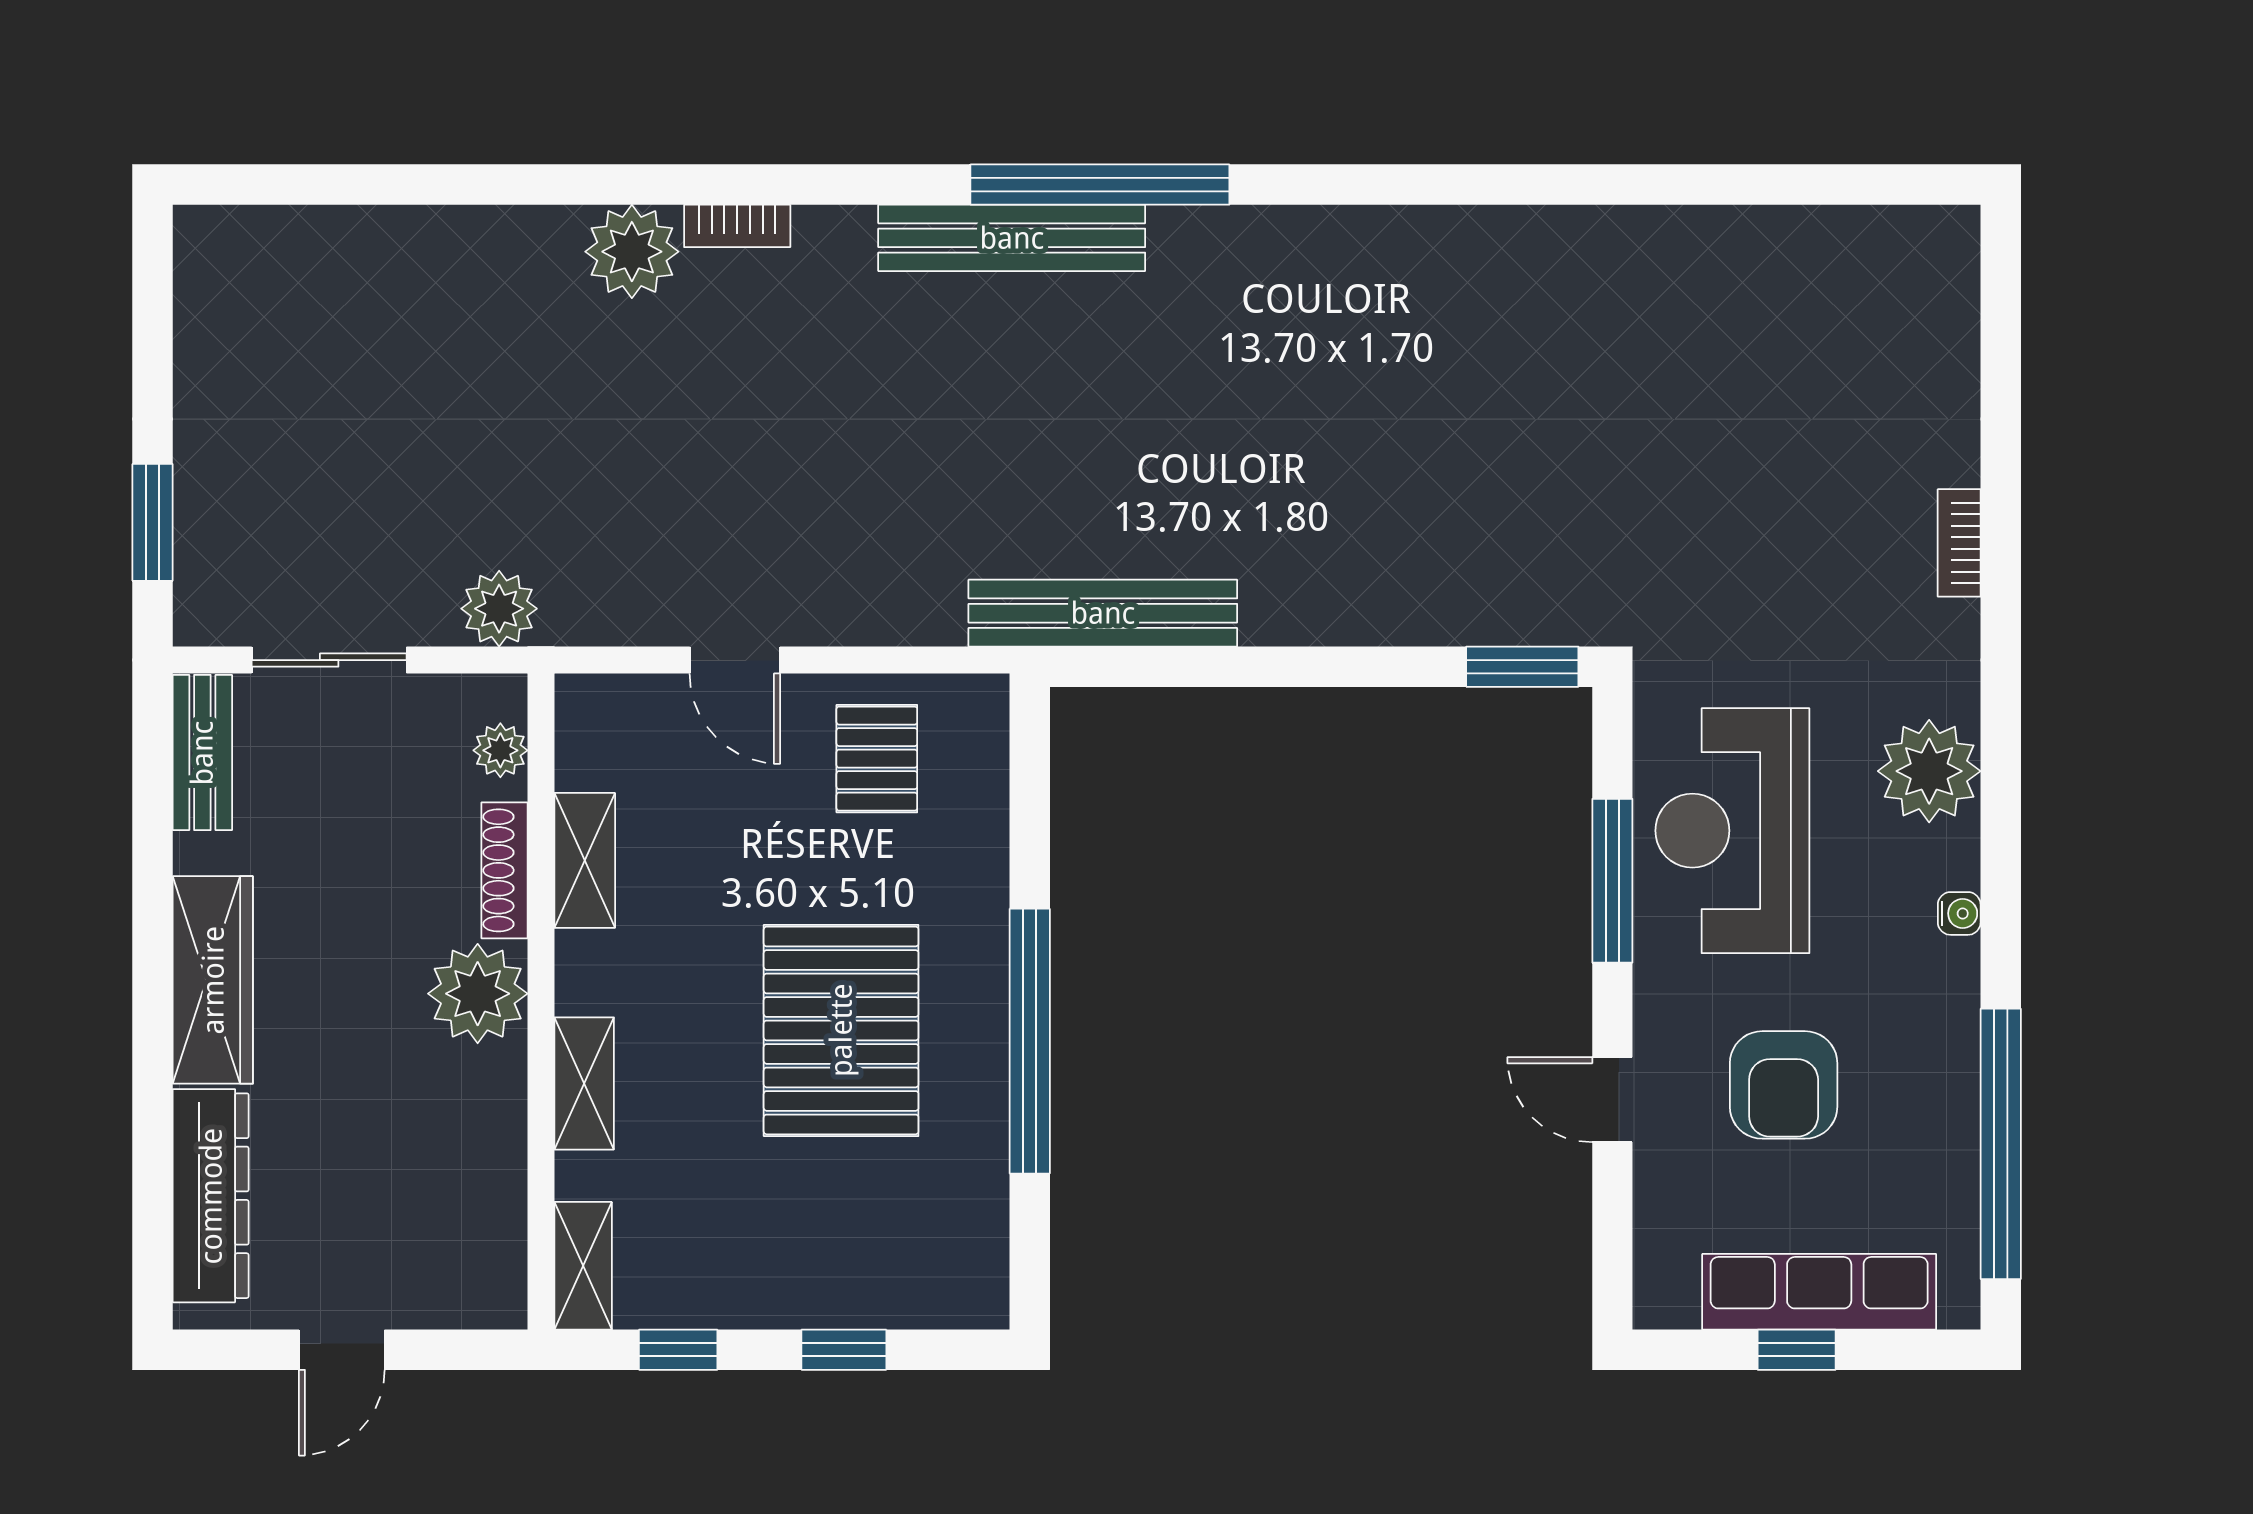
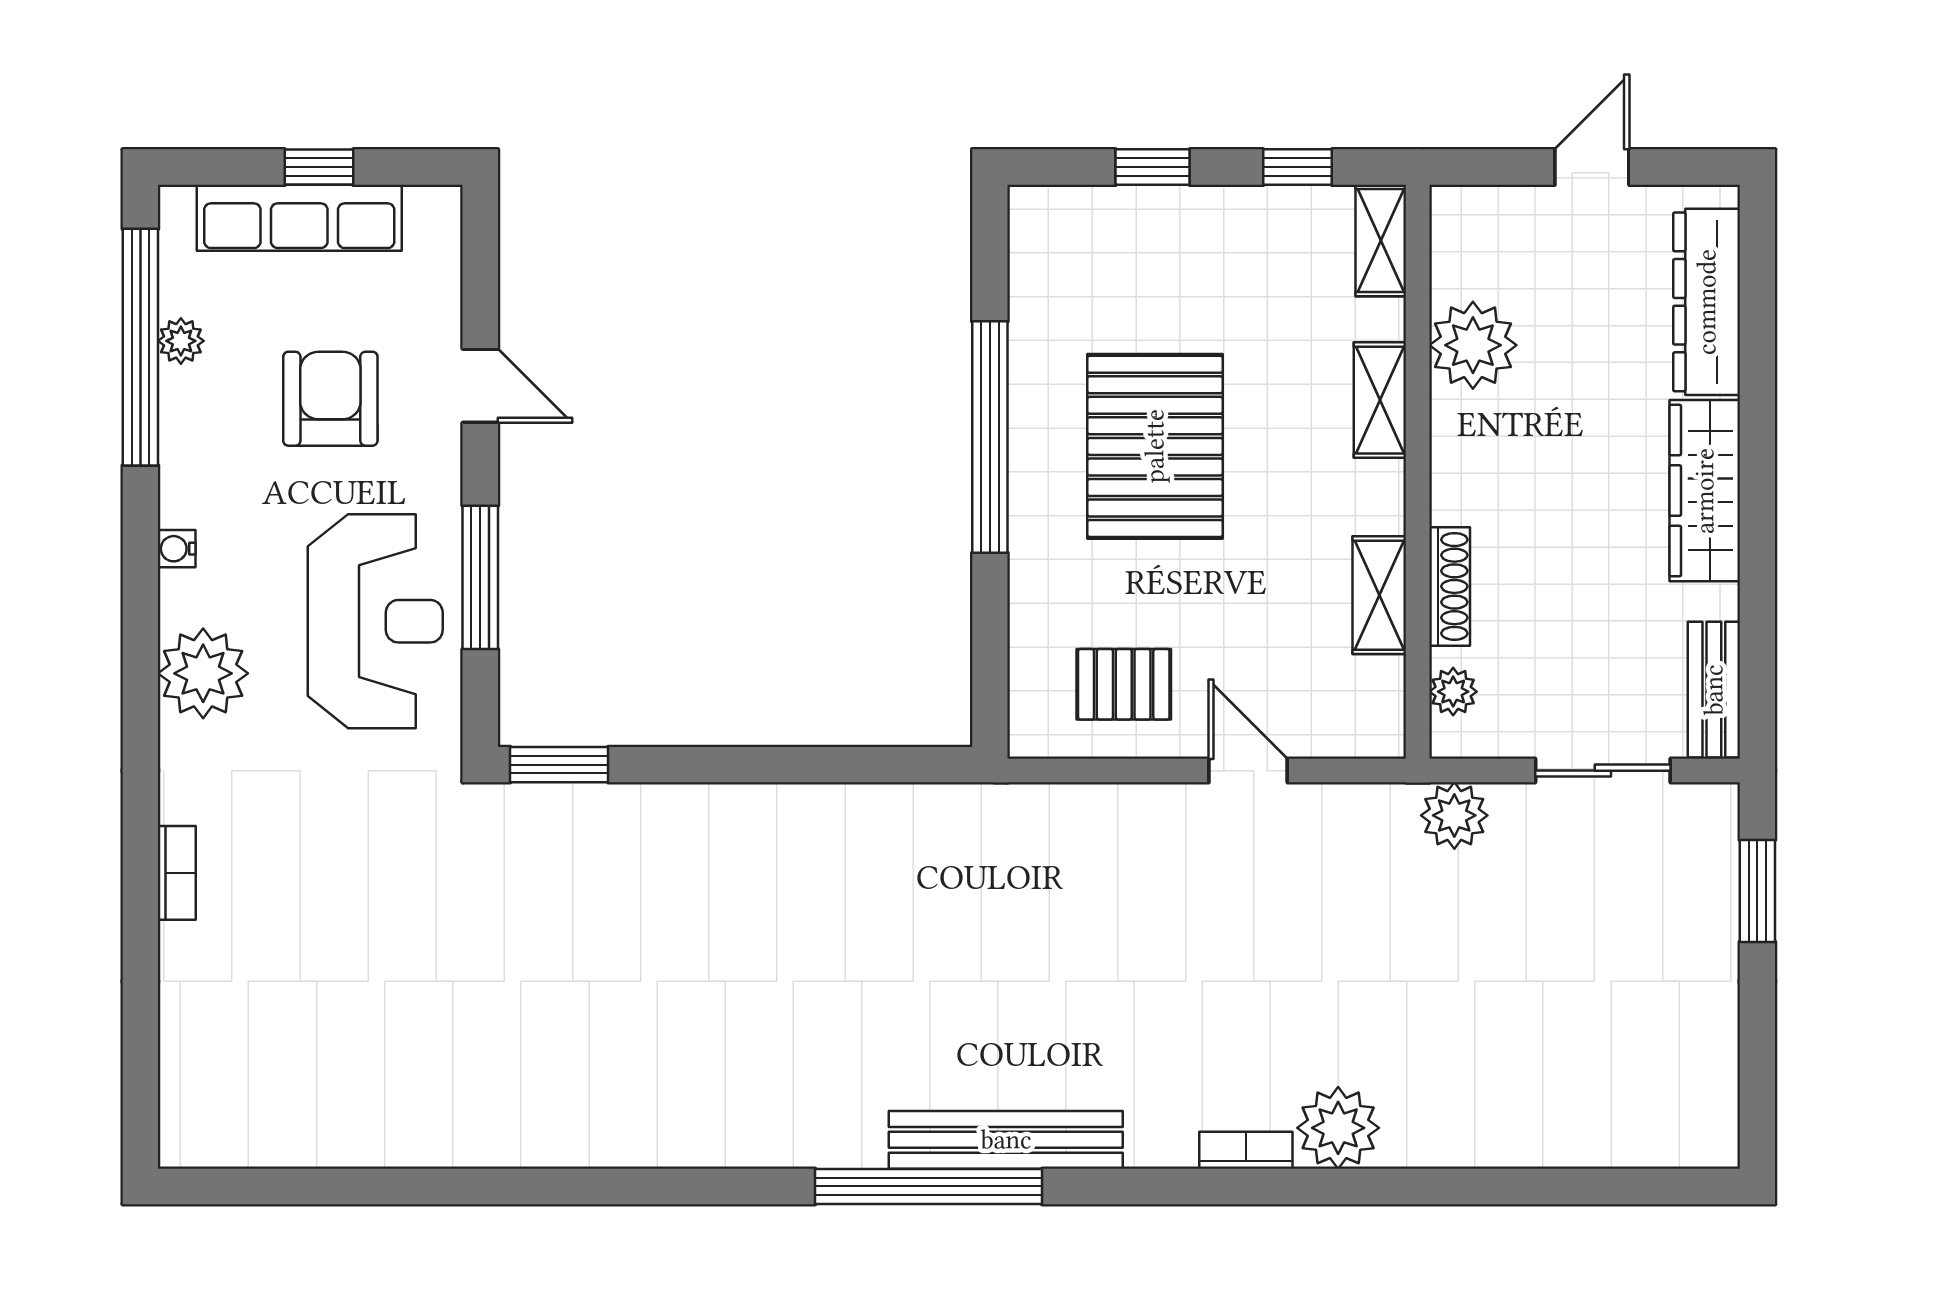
bench: (1103, 613) -> (926, 811), removed
pallet: (877, 759) -> (1124, 684), turned 90
plant: (478, 994) -> (1473, 345), moved
plant: (1954, 1151) -> (181, 341), added

